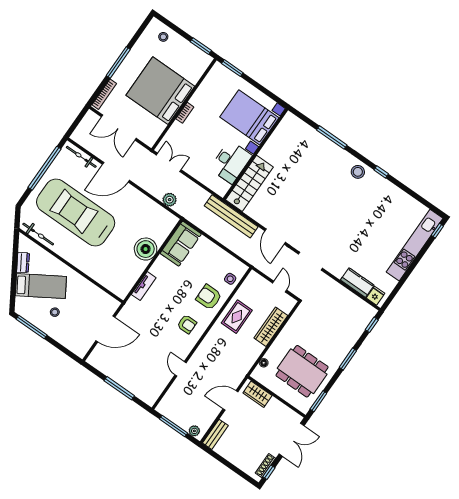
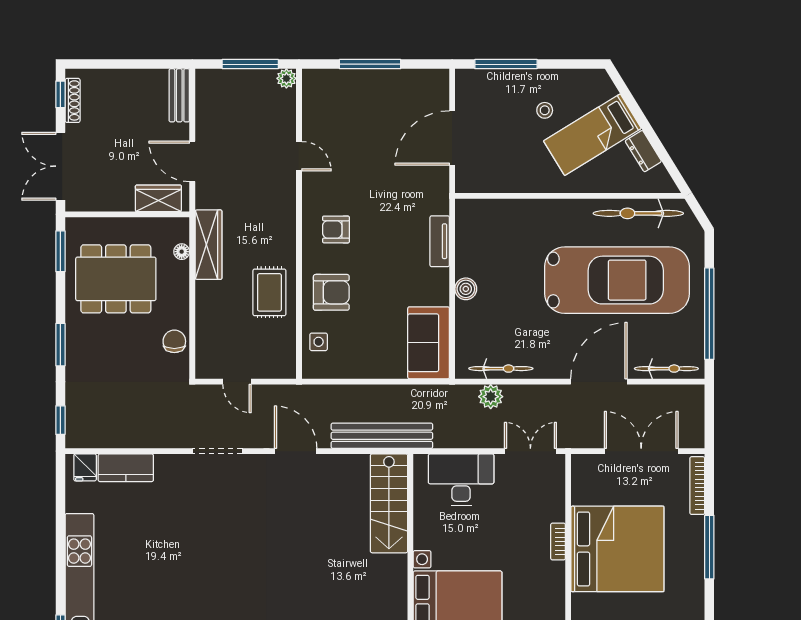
double door: (169, 162) -> (530, 451), swing flipped
desk: (231, 162) -> (461, 480), moved, turned 90
bicycle: (156, 209) -> (501, 369), added
bicycle: (38, 234) -> (638, 213), width x1.37, depth x1.40
boiler: (146, 249) -> (466, 289), width x0.54, depth x0.54
chair: (295, 325) -> (174, 341), added
window: (32, 327) -> (506, 64), moved
wardrobe: (271, 327) -> (208, 245), moved
door: (230, 400) -> (192, 161), swing flipped
plant: (194, 431) -> (286, 78), moved

